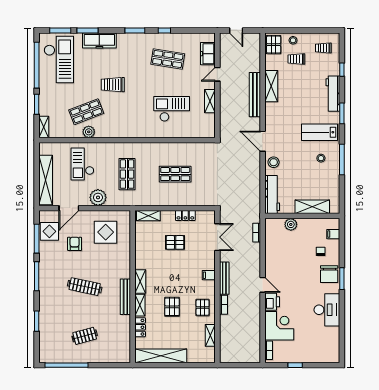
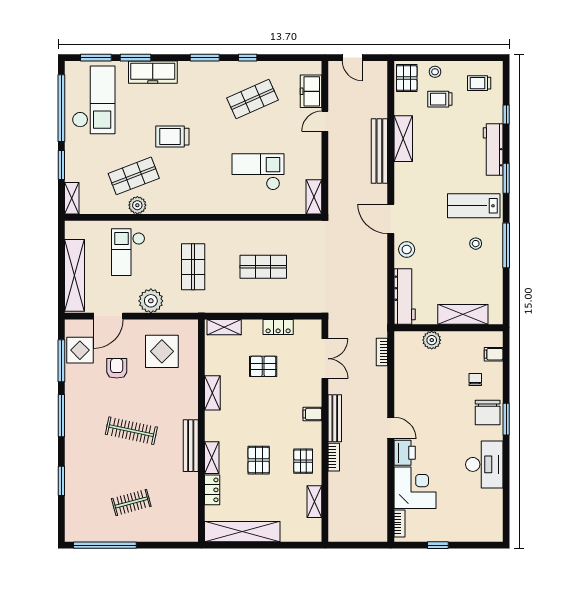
shop shelf: (168, 59) -> (252, 99), turned -33
shelving: (210, 101) -> (314, 197), moved
shelving: (140, 281) -> (212, 393), moved

